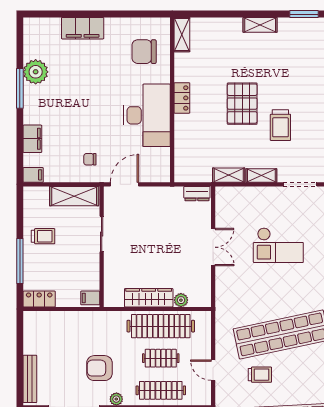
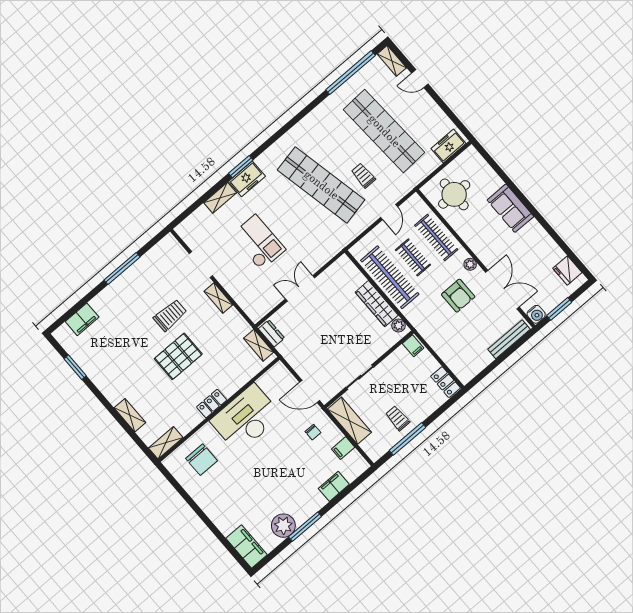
shelving: (260, 25) -> (130, 415), moved
filing cabinet: (83, 28) -> (246, 546), moved
filing cabinet: (33, 175) -> (343, 448), moved, turned -90
shelving: (229, 175) -> (259, 345), moved
window: (20, 261) -> (407, 439), moved
plant: (181, 300) -> (398, 326), moved

